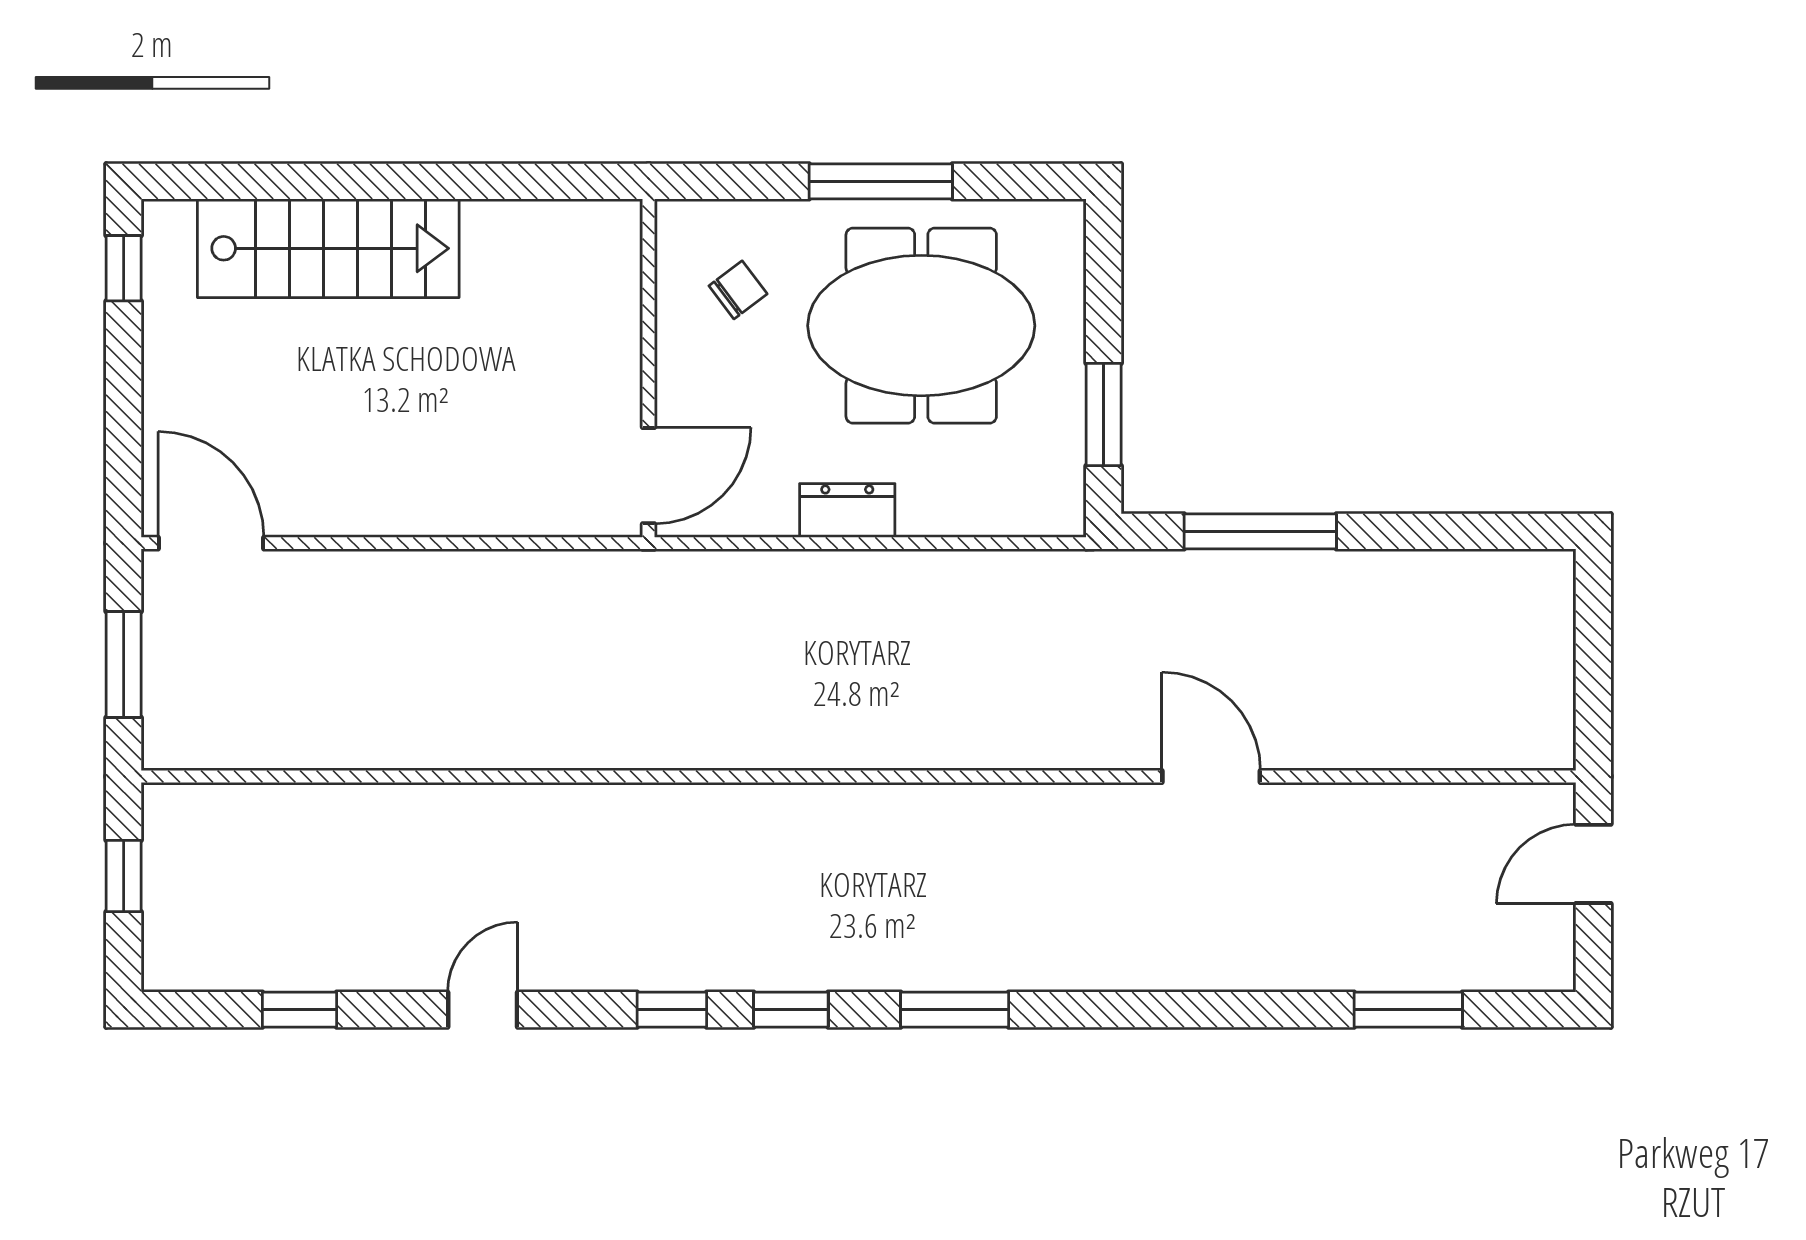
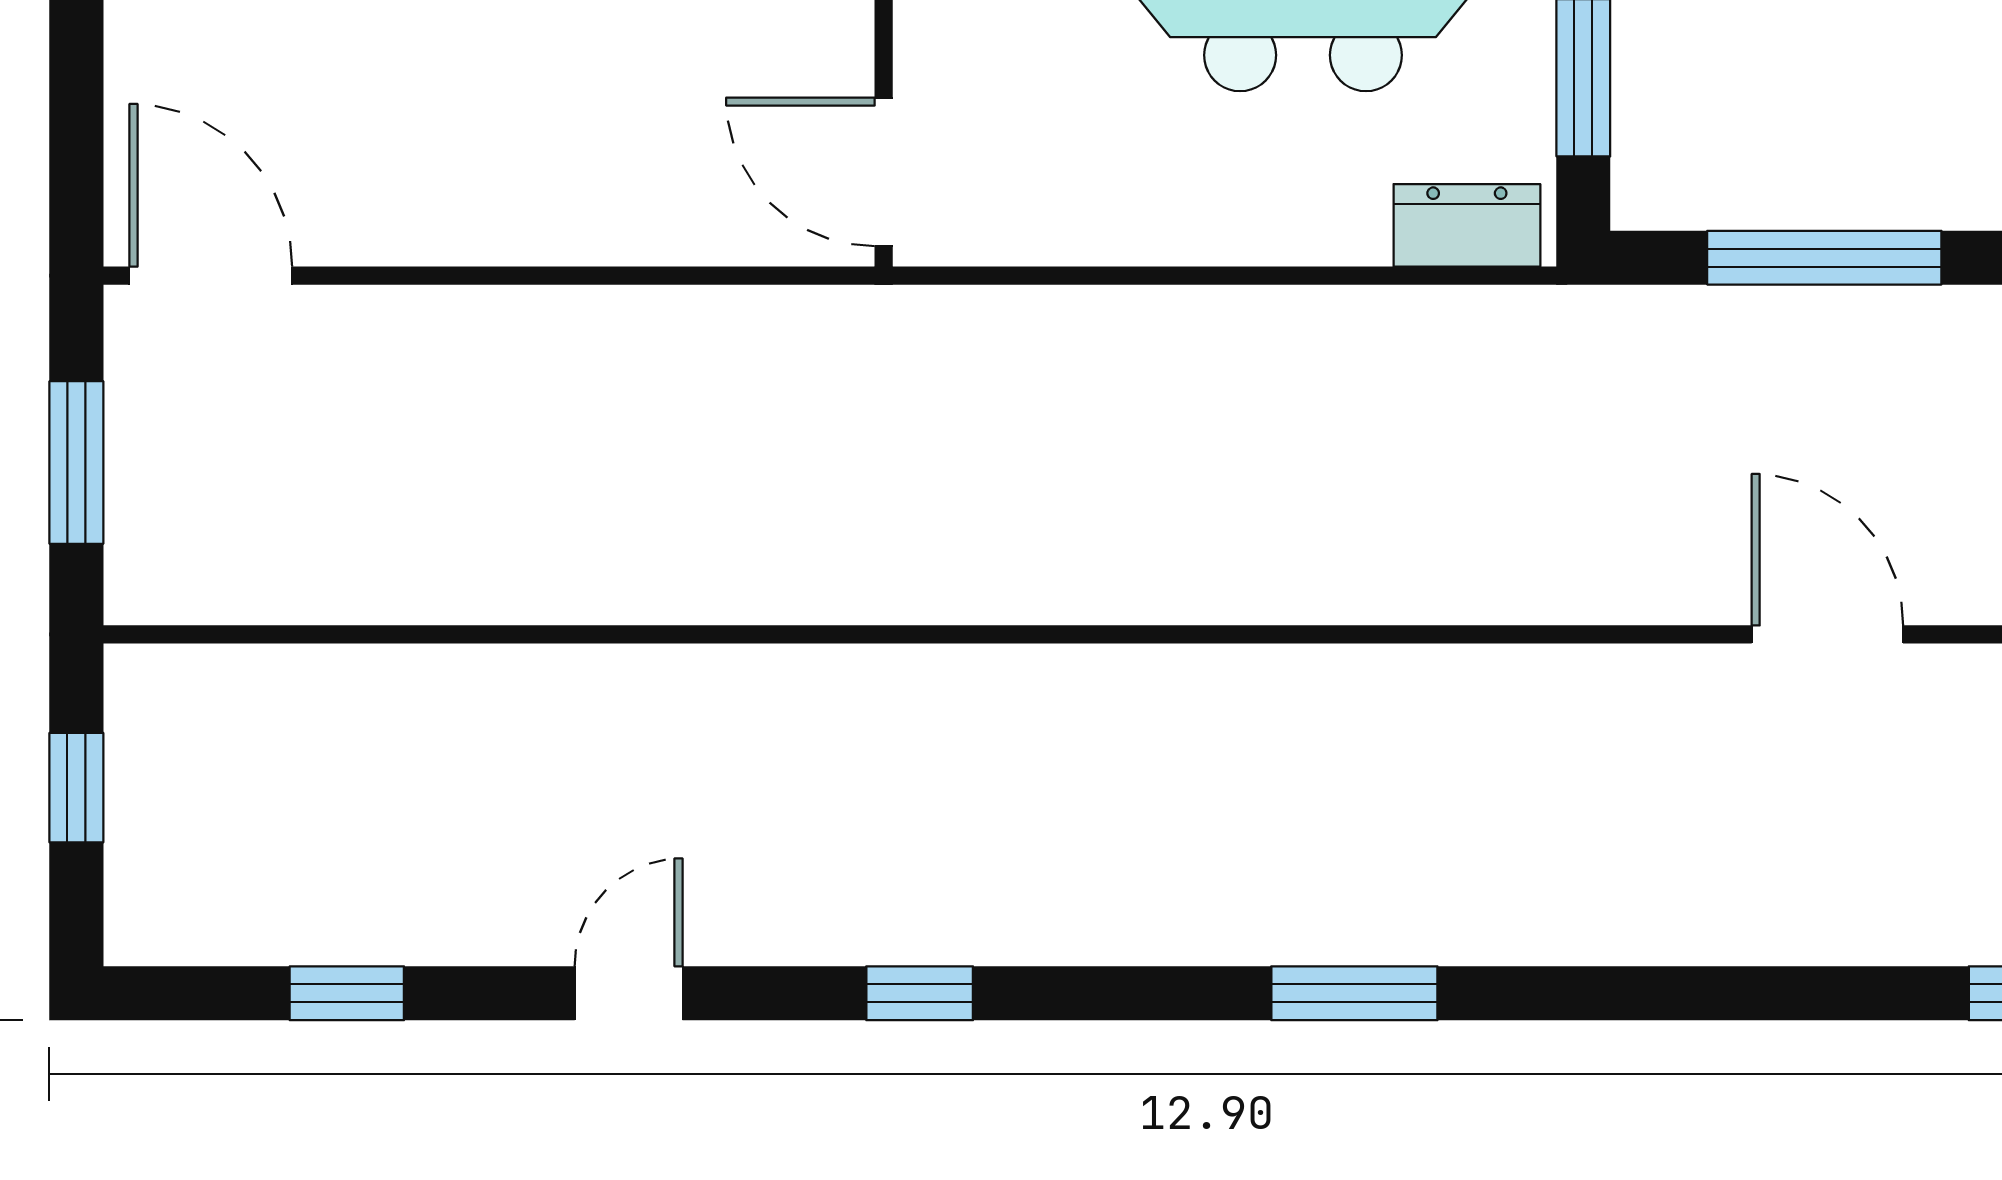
door: (649, 476) -> (884, 172), swing flipped
dresser: (847, 510) -> (1467, 225), moved
door: (1211, 776) -> (1827, 634), moved
window: (791, 1010) -> (1103, 993), removed

